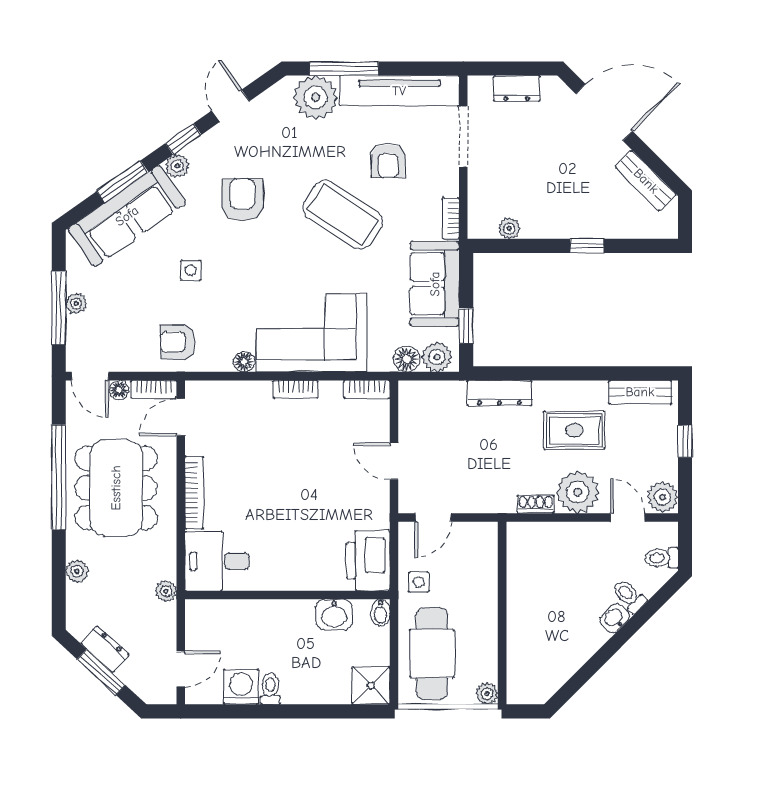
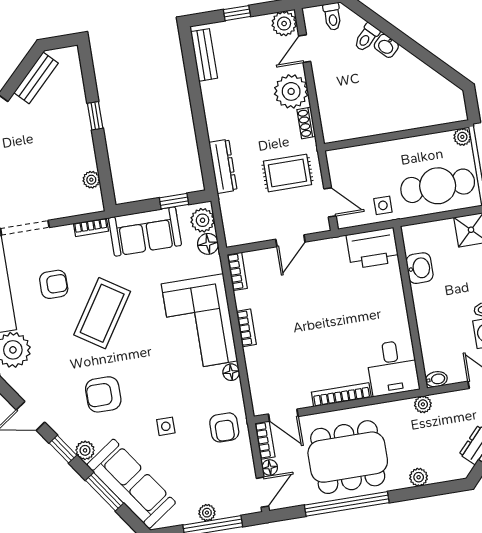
rug: (574, 430) -> (287, 173), moved, turned 90
bidet: (381, 613) -> (436, 379), moved

